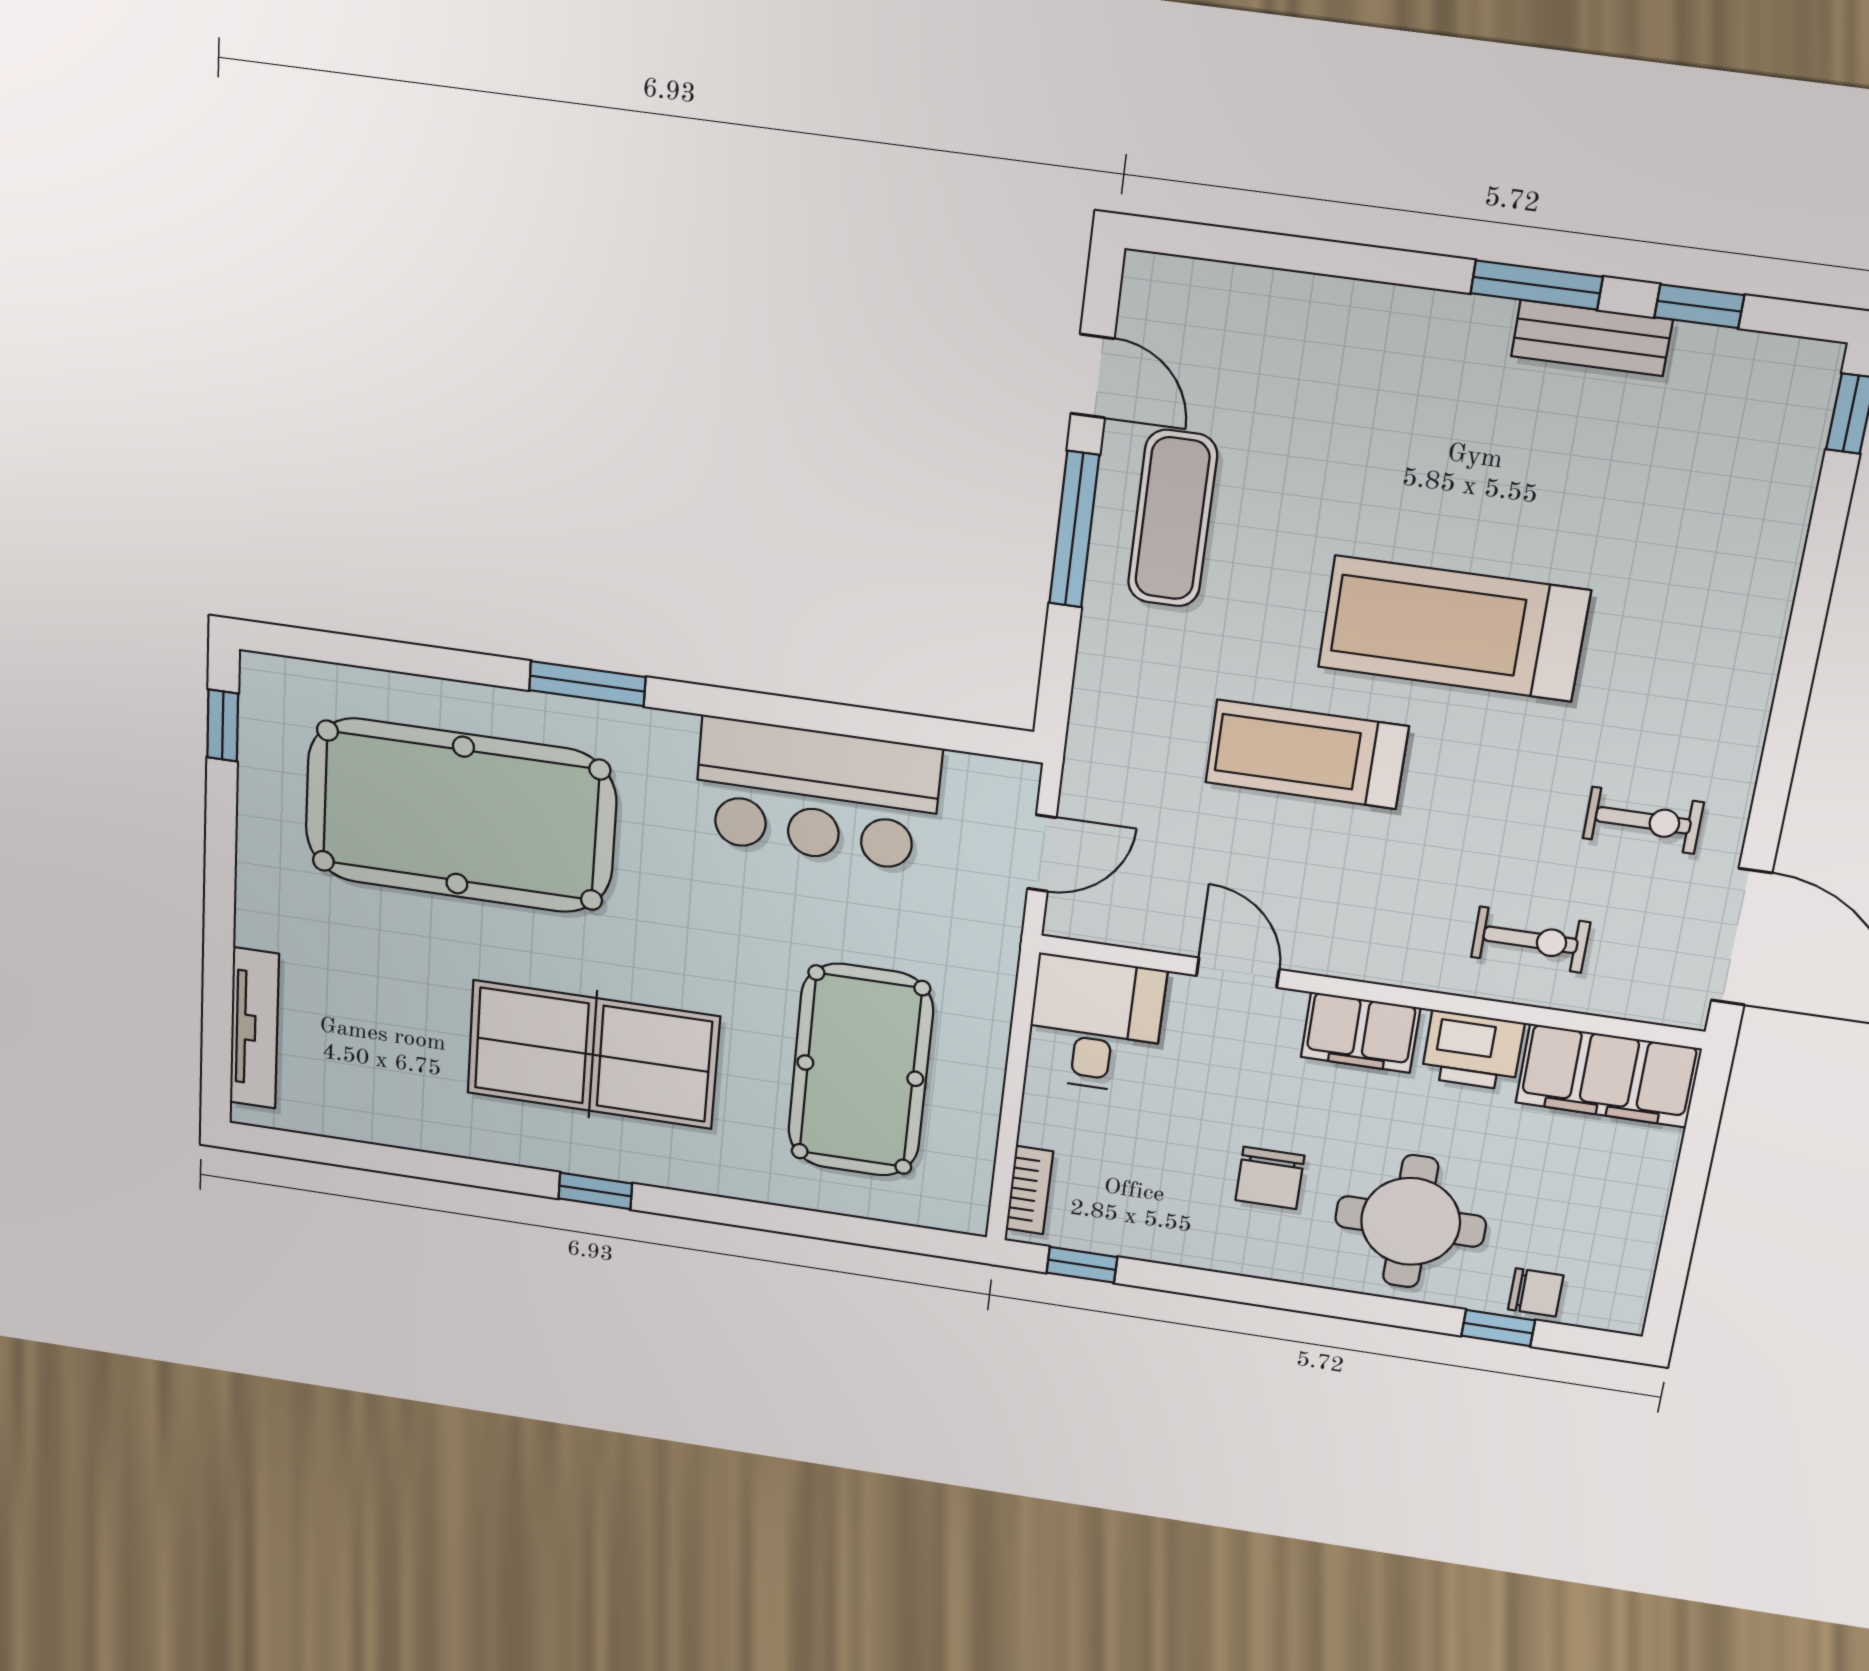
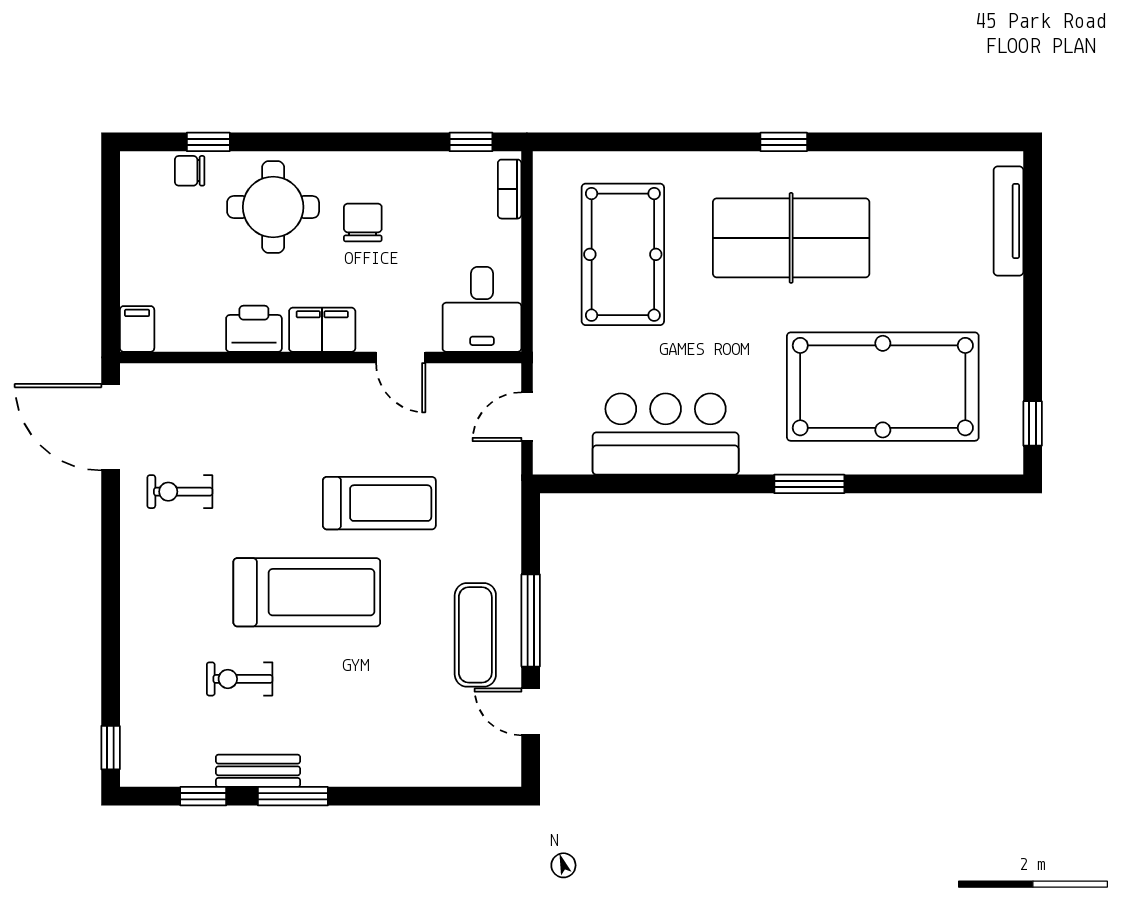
exercise bike: (1531, 940) -> (240, 679), moved
filing cabinet: (1608, 1076) -> (137, 329), width x0.33, depth x0.86

